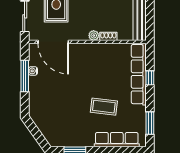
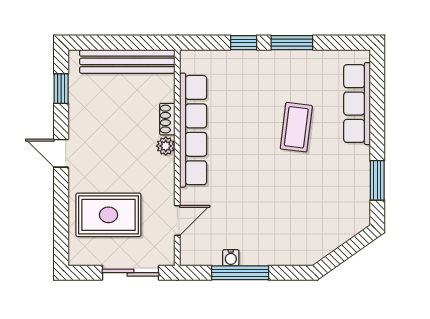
door: (53, 42) -> (177, 220), width x0.53
row of seats: (139, 74) -> (193, 130), moved, turned -90
window: (150, 123) -> (292, 43), moved

